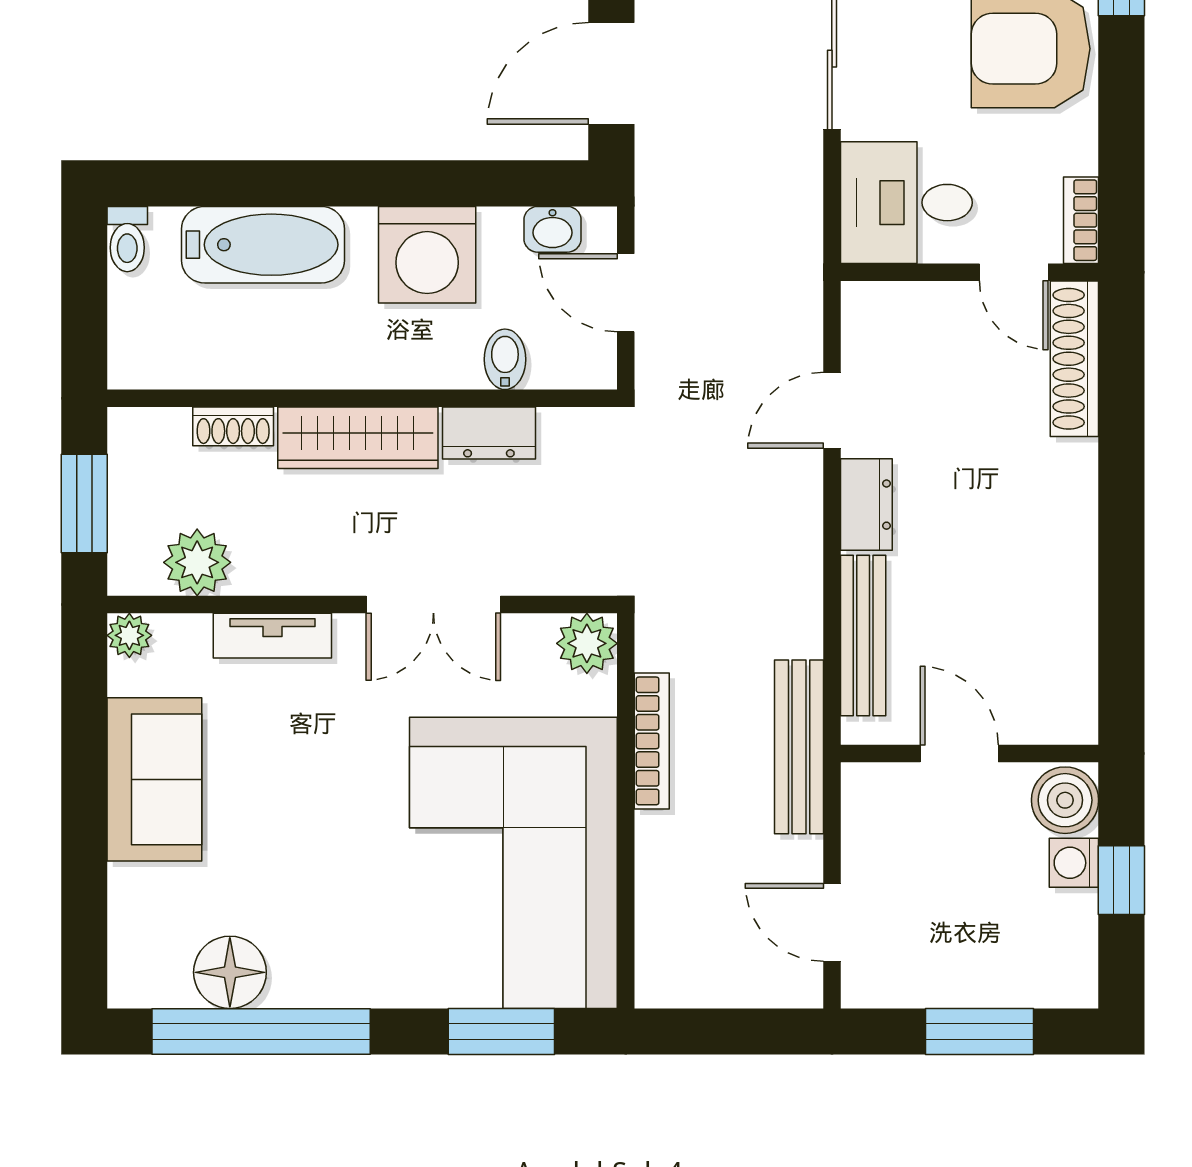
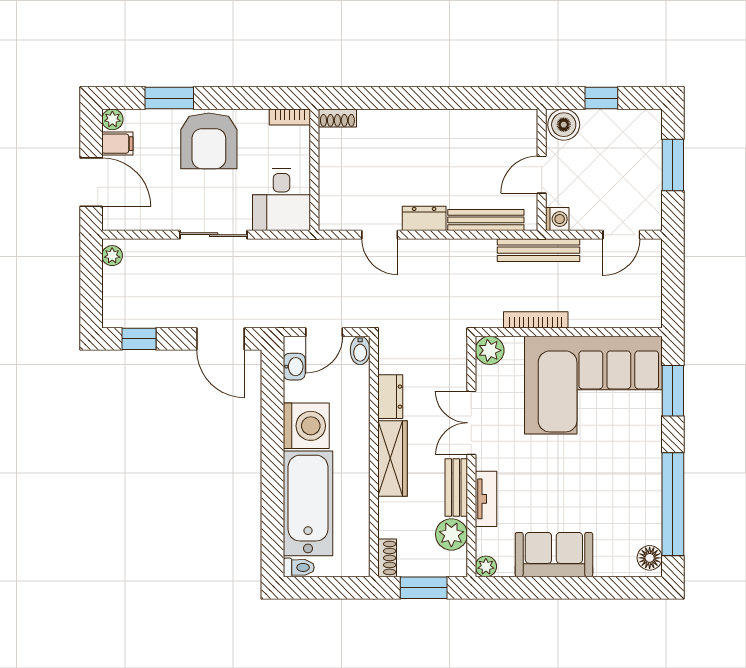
bathtub: (263, 245) -> (308, 503), width x1.36, depth x1.36
door: (1014, 272) -> (314, 149), removed
bidet: (505, 359) -> (360, 350), moved, turned -90
shoe rack: (1074, 359) -> (337, 118), width x0.51, depth x0.81
shoe rack: (233, 426) -> (387, 558), moved
bench: (297, 573) -> (456, 487), added
double door: (433, 605) -> (471, 423), swing flipped
washing machine: (1074, 863) -> (557, 219), moved, turned -90
floor lamp: (230, 972) -> (650, 558), moved, width x0.73, depth x0.73

